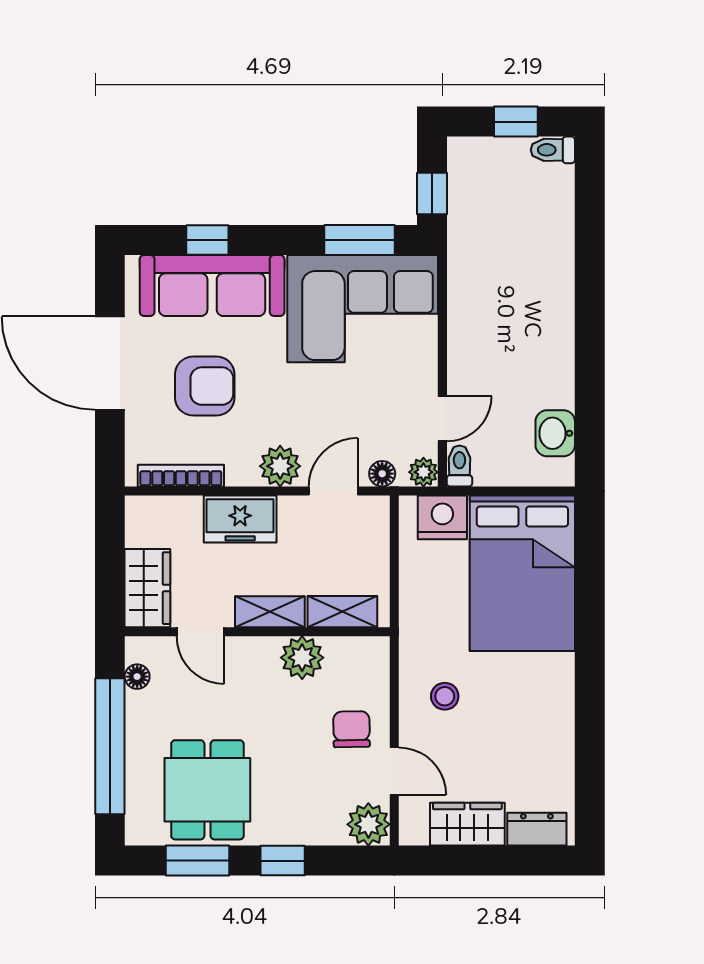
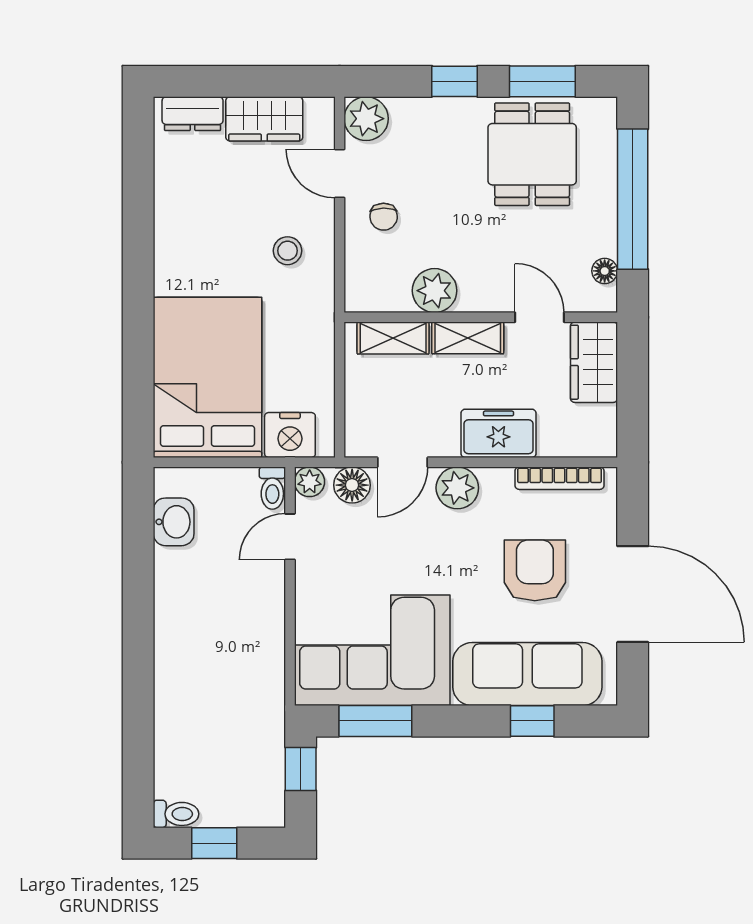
armchair: (205, 386) -> (535, 570), turned 90
floor lamp: (382, 474) -> (352, 485), width x1.37, depth x1.37
chair: (352, 729) -> (384, 217), width x0.73, depth x0.73

